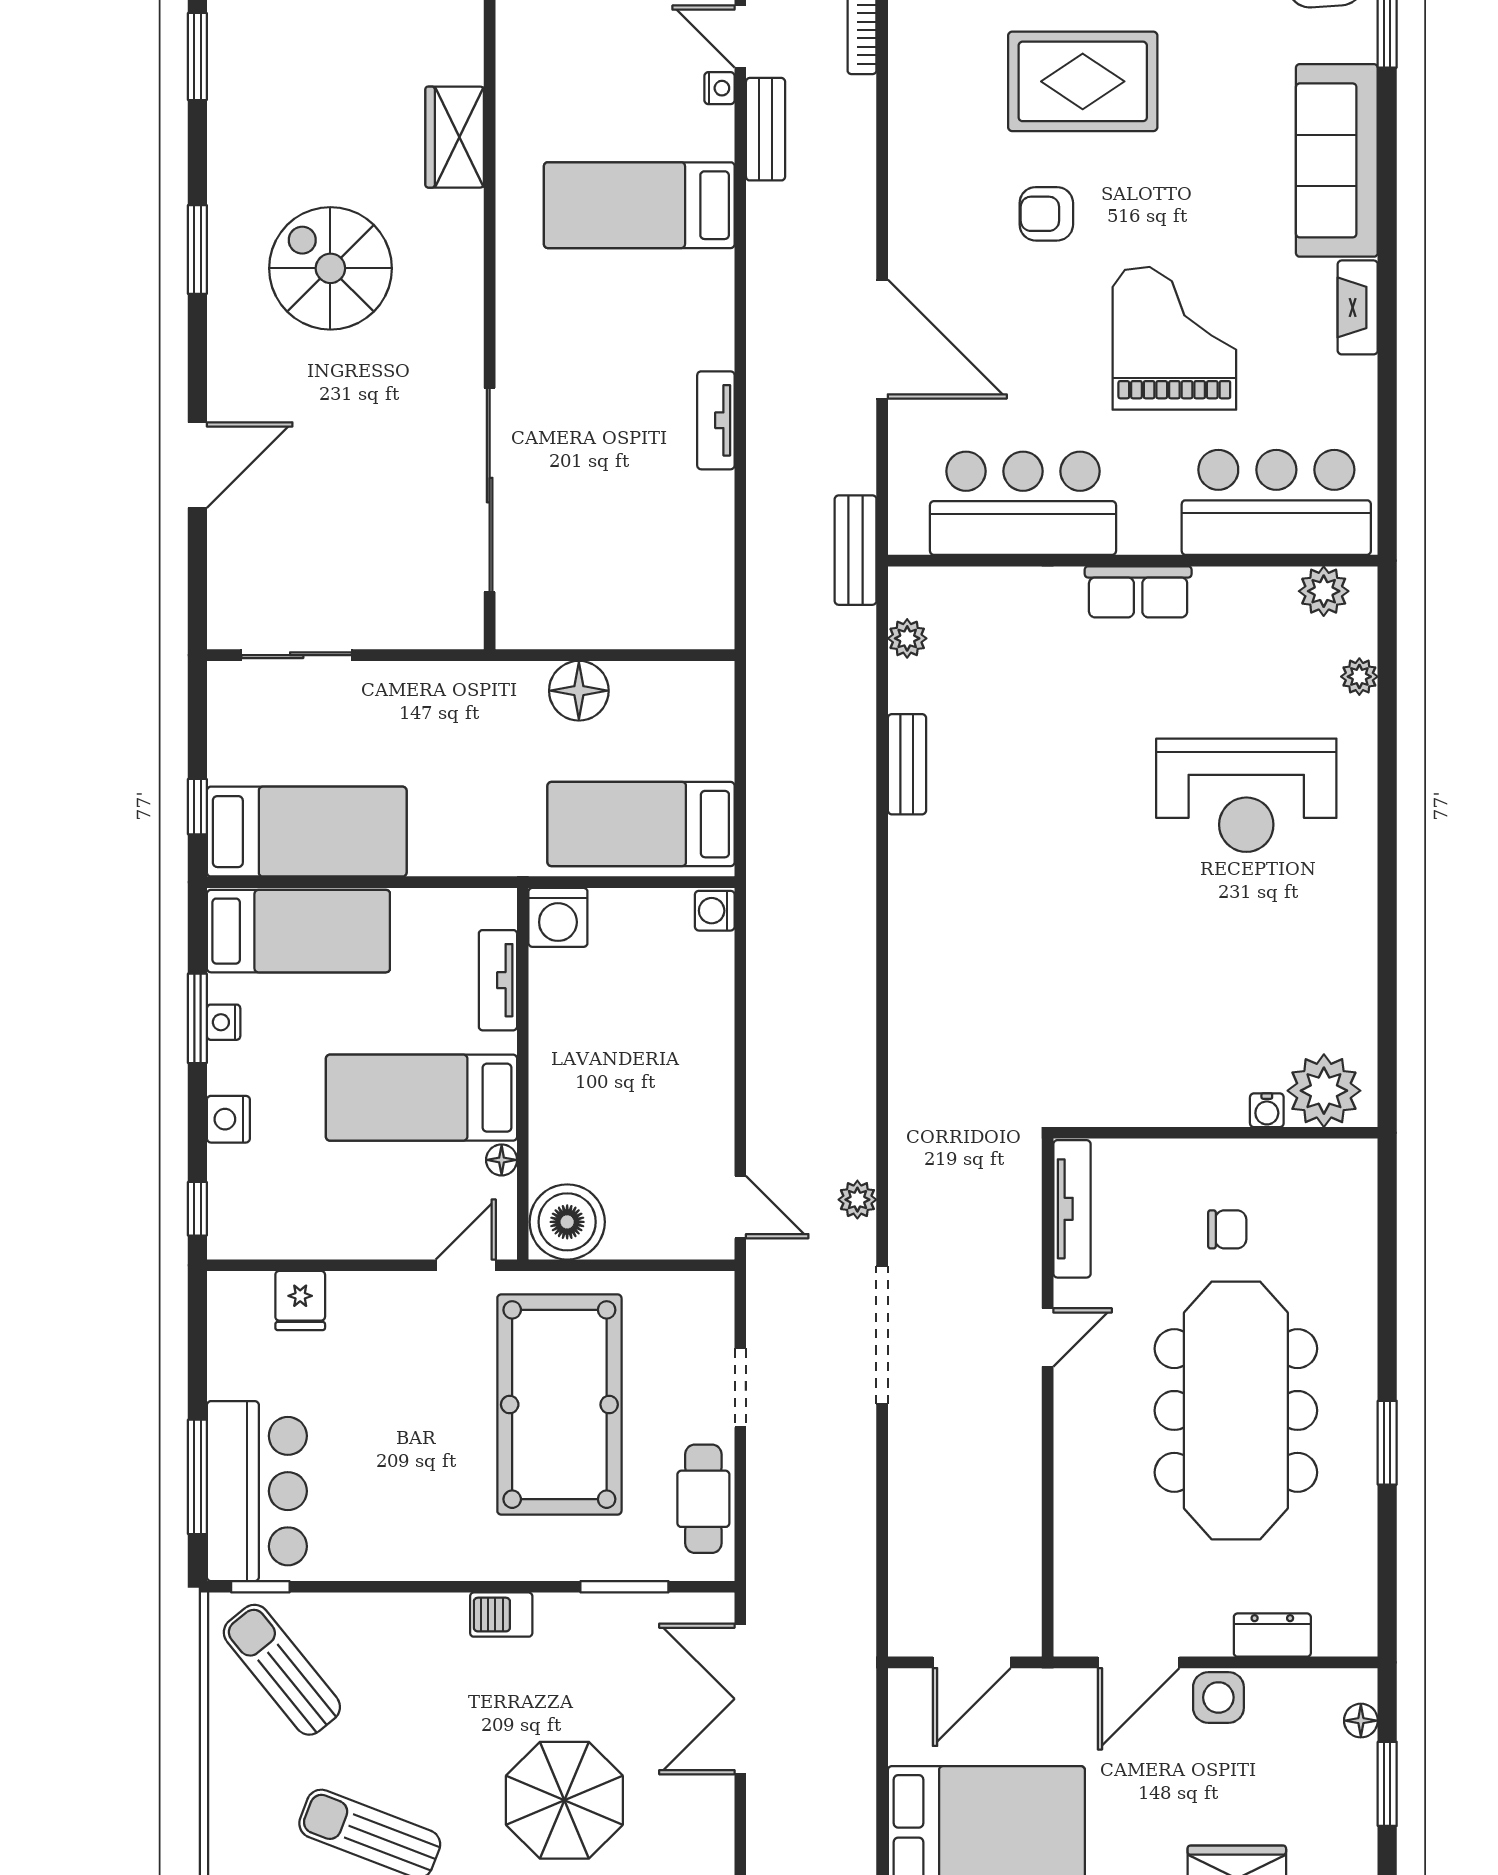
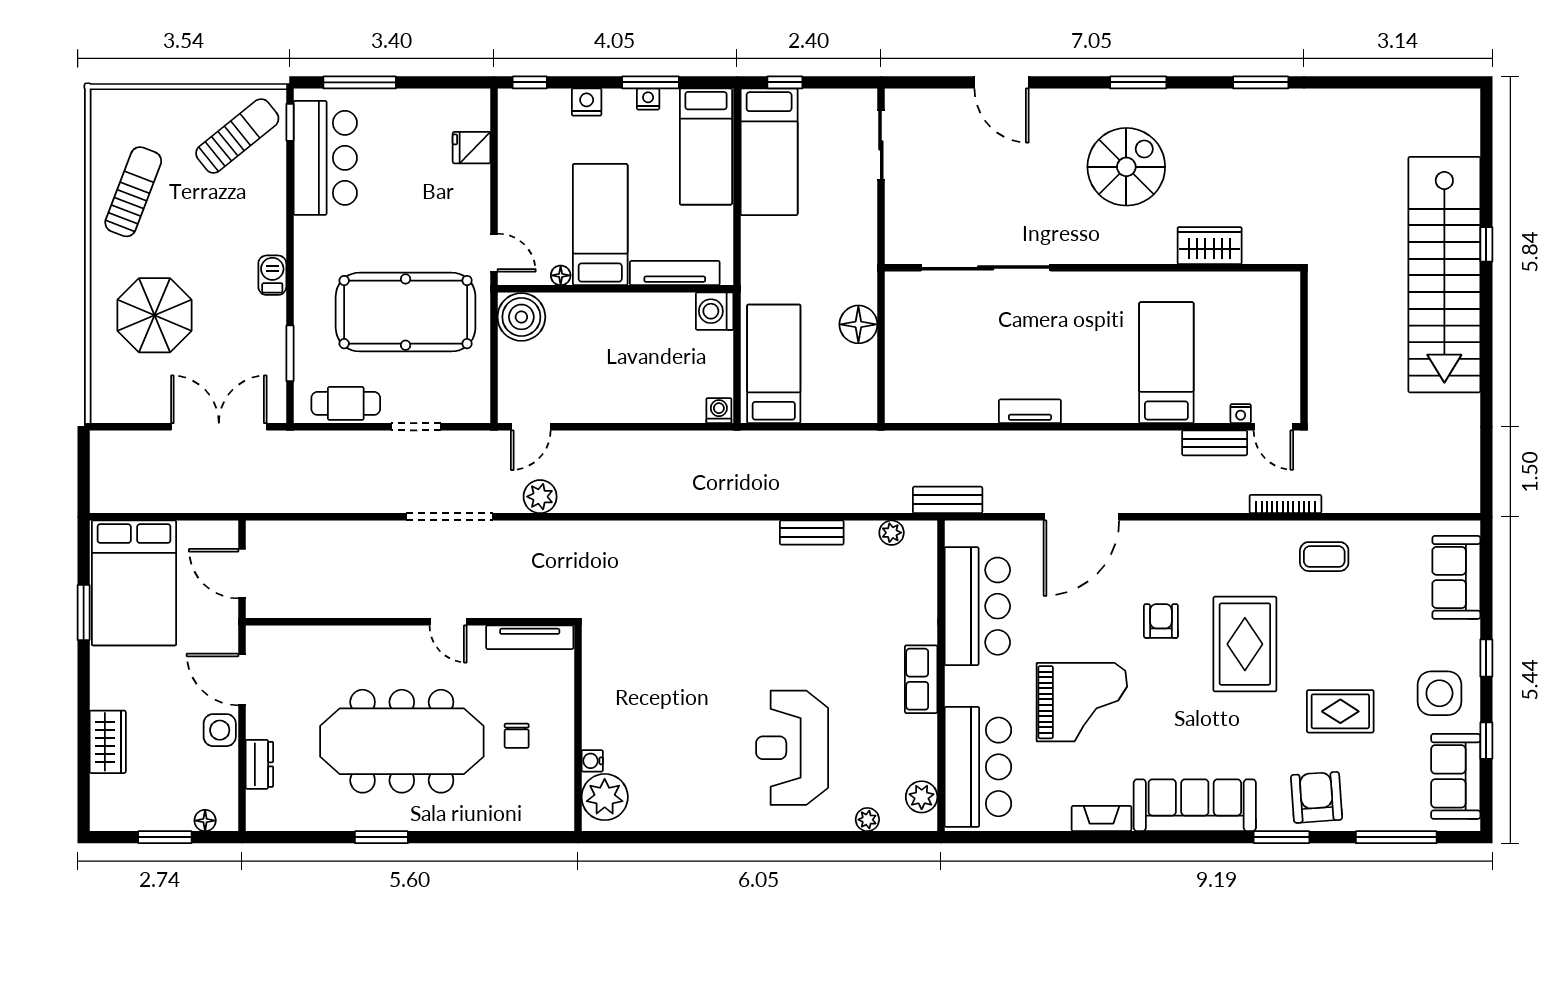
door: (740, 37) -> (1273, 427), swing flipped
tv unit: (498, 980) -> (675, 273), width x1.41
plant: (857, 1200) -> (540, 497), width x1.38, depth x1.38
bar counter: (257, 1491) -> (325, 158), moved, turned -90

